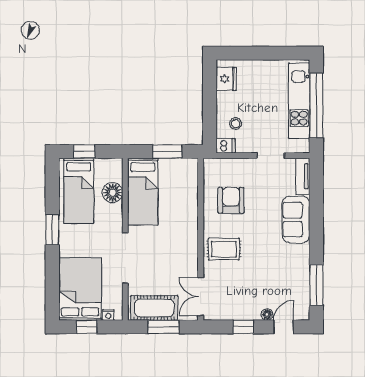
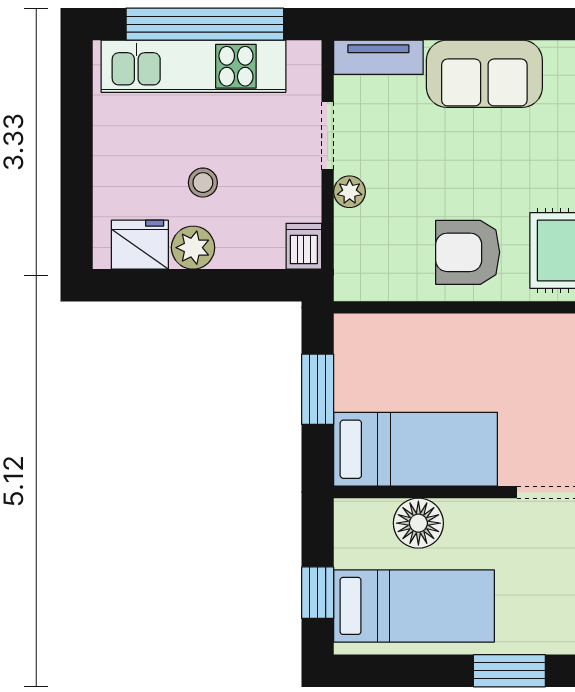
plant: (225, 101) -> (193, 248), added
stool: (236, 123) -> (203, 183), moved
plant: (248, 165) -> (350, 192), added
armchair: (231, 200) -> (468, 252), moved

